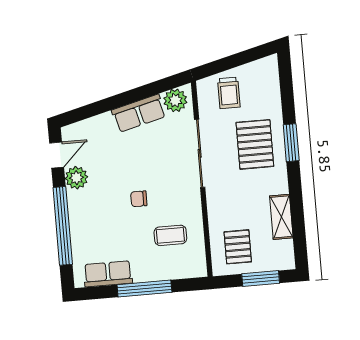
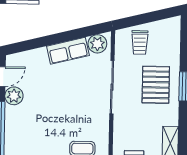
chair: (139, 199) -> (61, 118), removed

